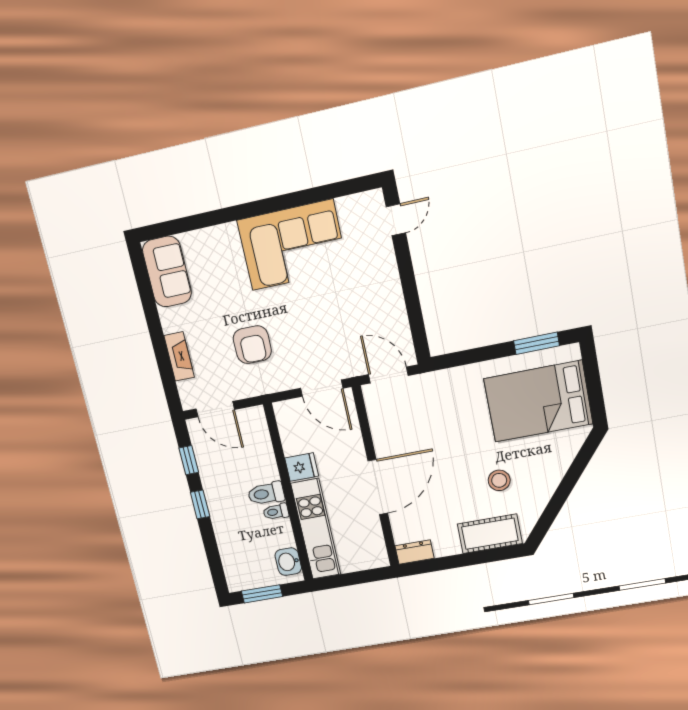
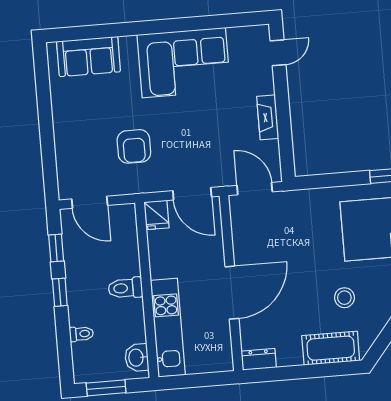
sofa: (167, 272) -> (89, 57), moved, turned 90
fireplace: (179, 356) -> (268, 117), moved, turned 180
fridge: (302, 467) -> (156, 215), moved, turned 90
toilet: (276, 512) -> (81, 334), moved, turned 180

